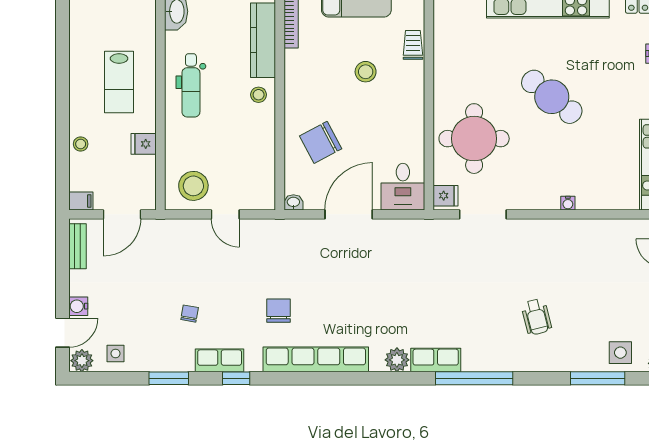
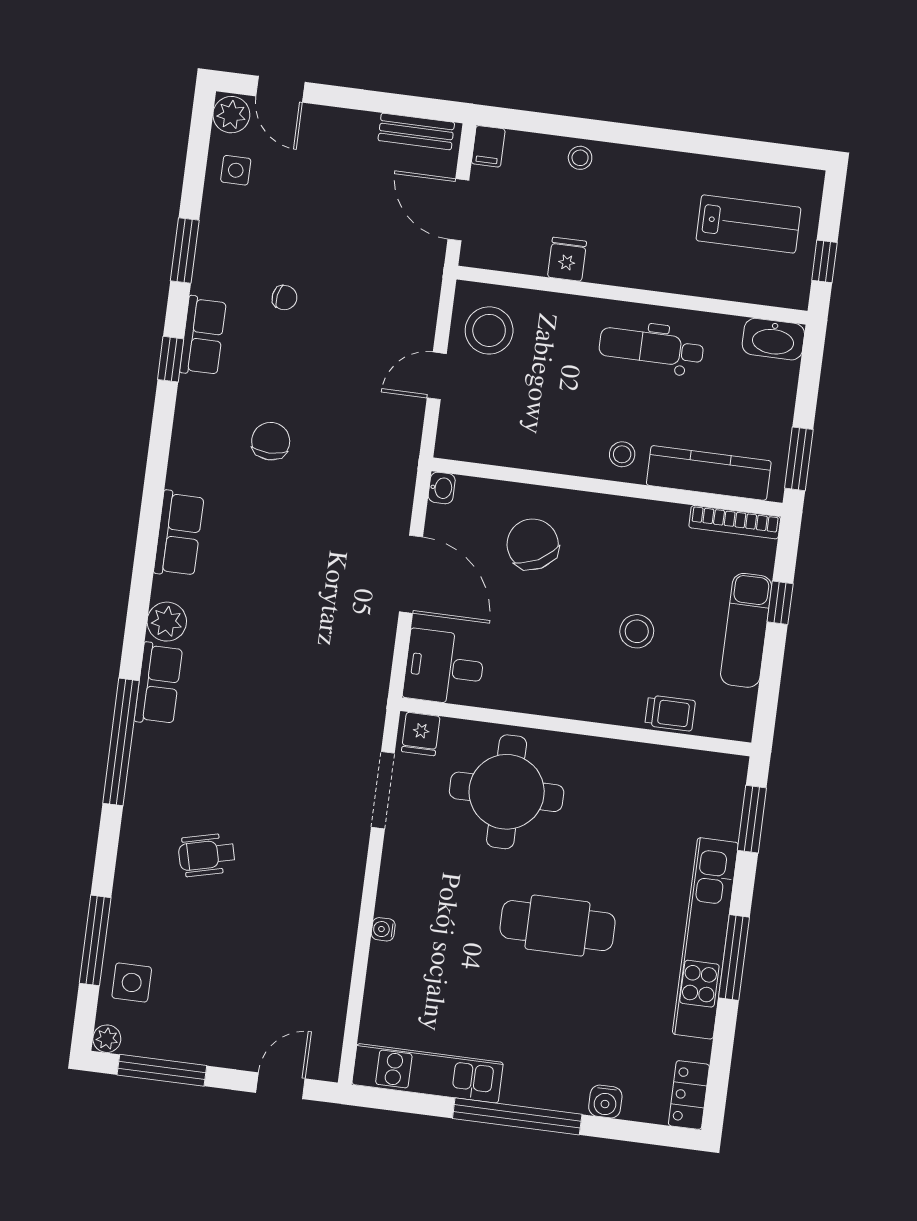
lab bench: (119, 82) -> (748, 224), moved, turned 180
cafe table: (552, 97) -> (558, 926), turned 51
water cooler: (78, 306) -> (320, 120), removed
chair: (278, 311) -> (271, 441), turned -90
row of seats: (316, 359) -> (179, 534), width x0.50

